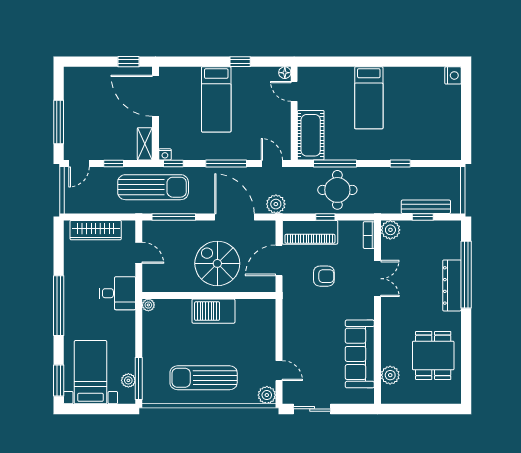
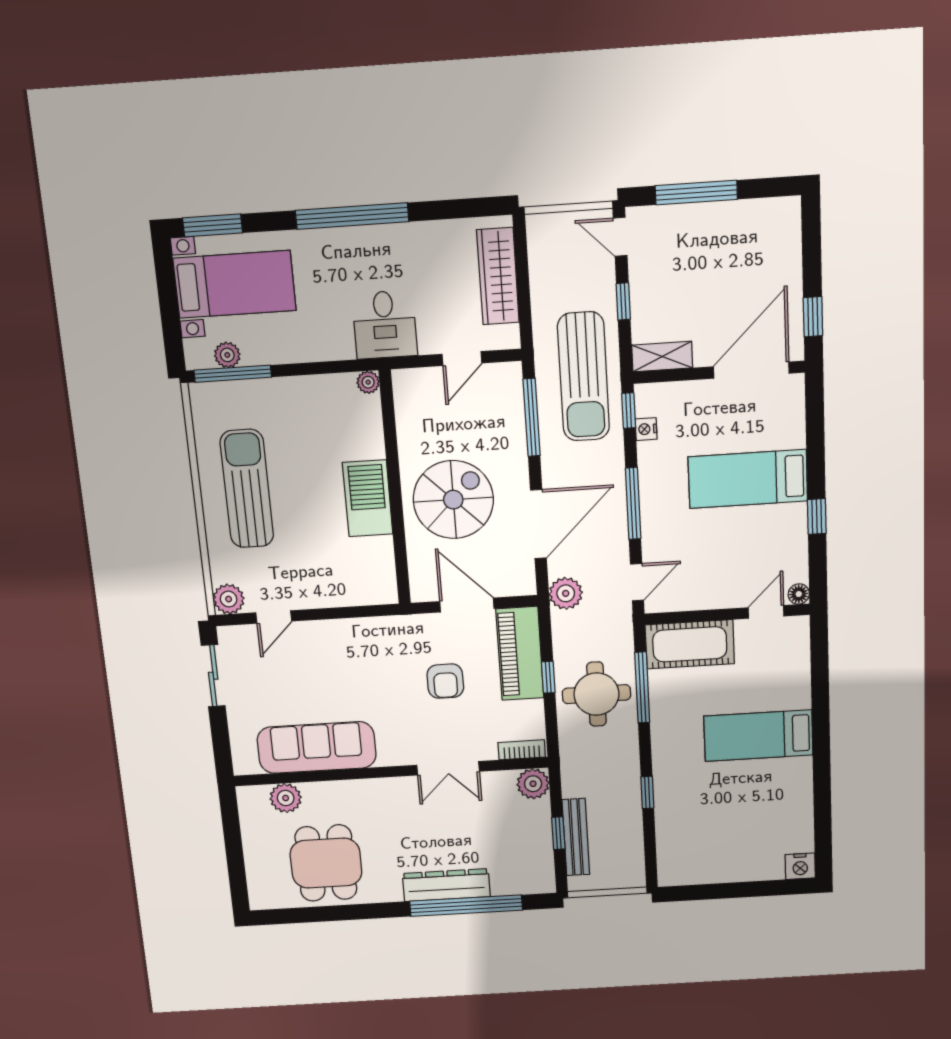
nightstand: (165, 154) -> (646, 429), moved
dining table: (433, 355) -> (326, 863), turned 90

